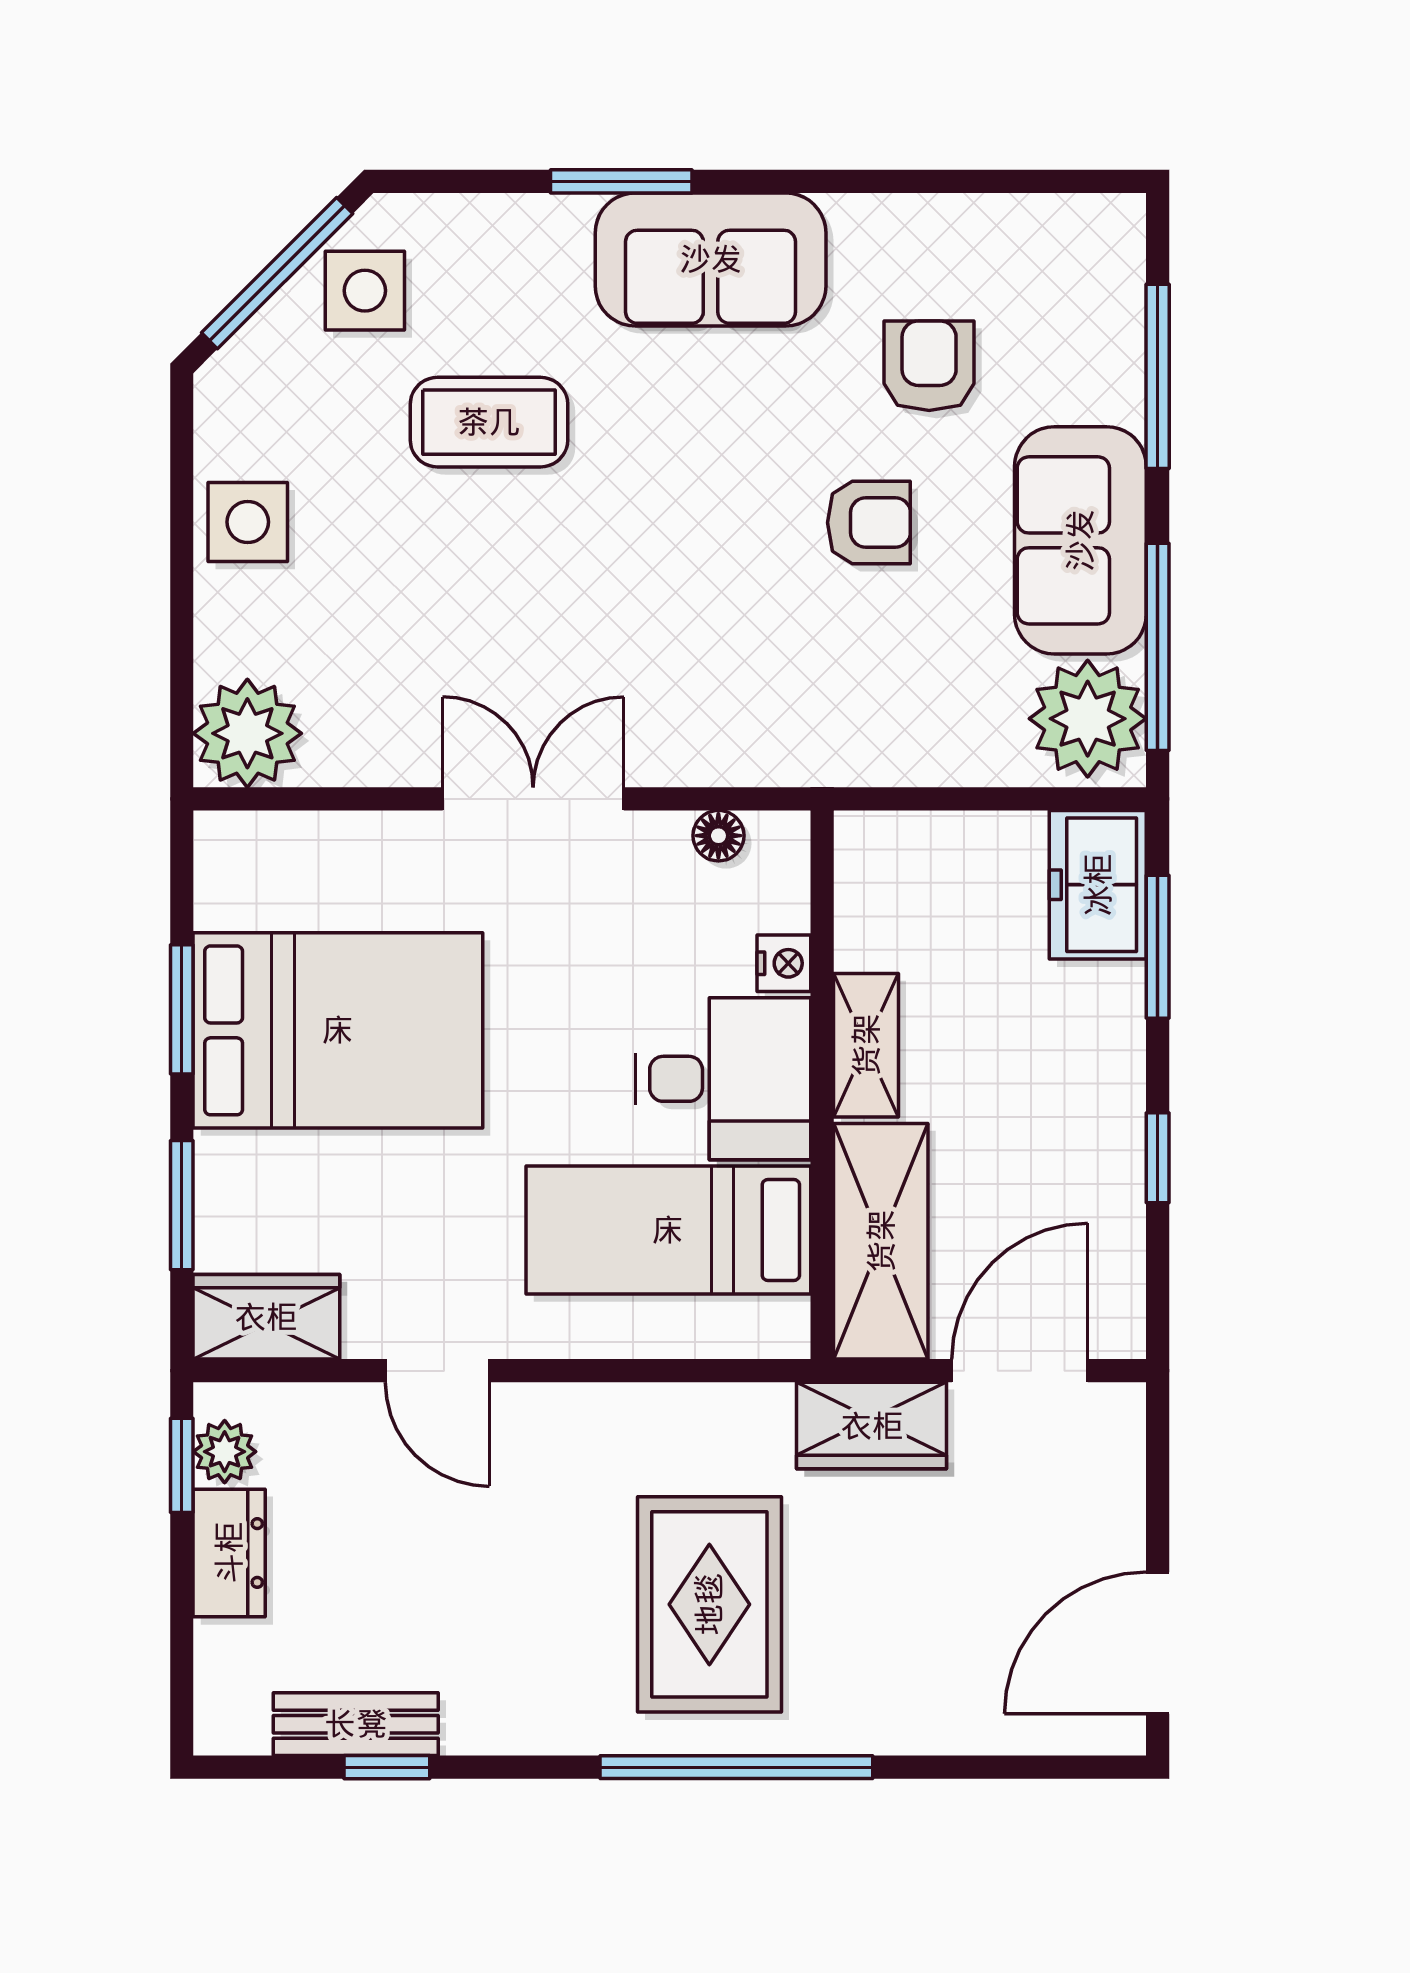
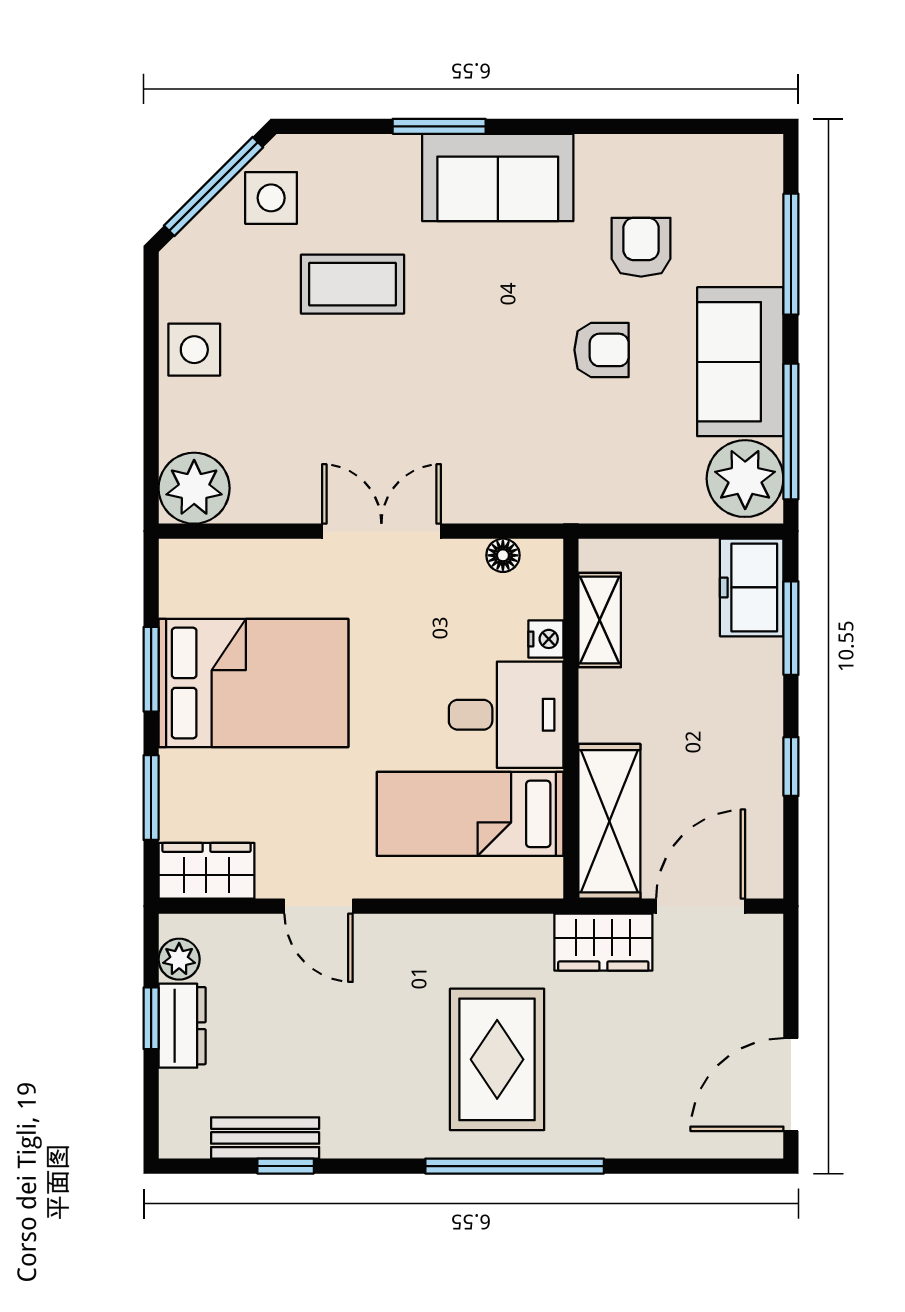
shelving: (866, 1045) -> (600, 620), moved
window: (182, 1465) -> (151, 1018), moved

